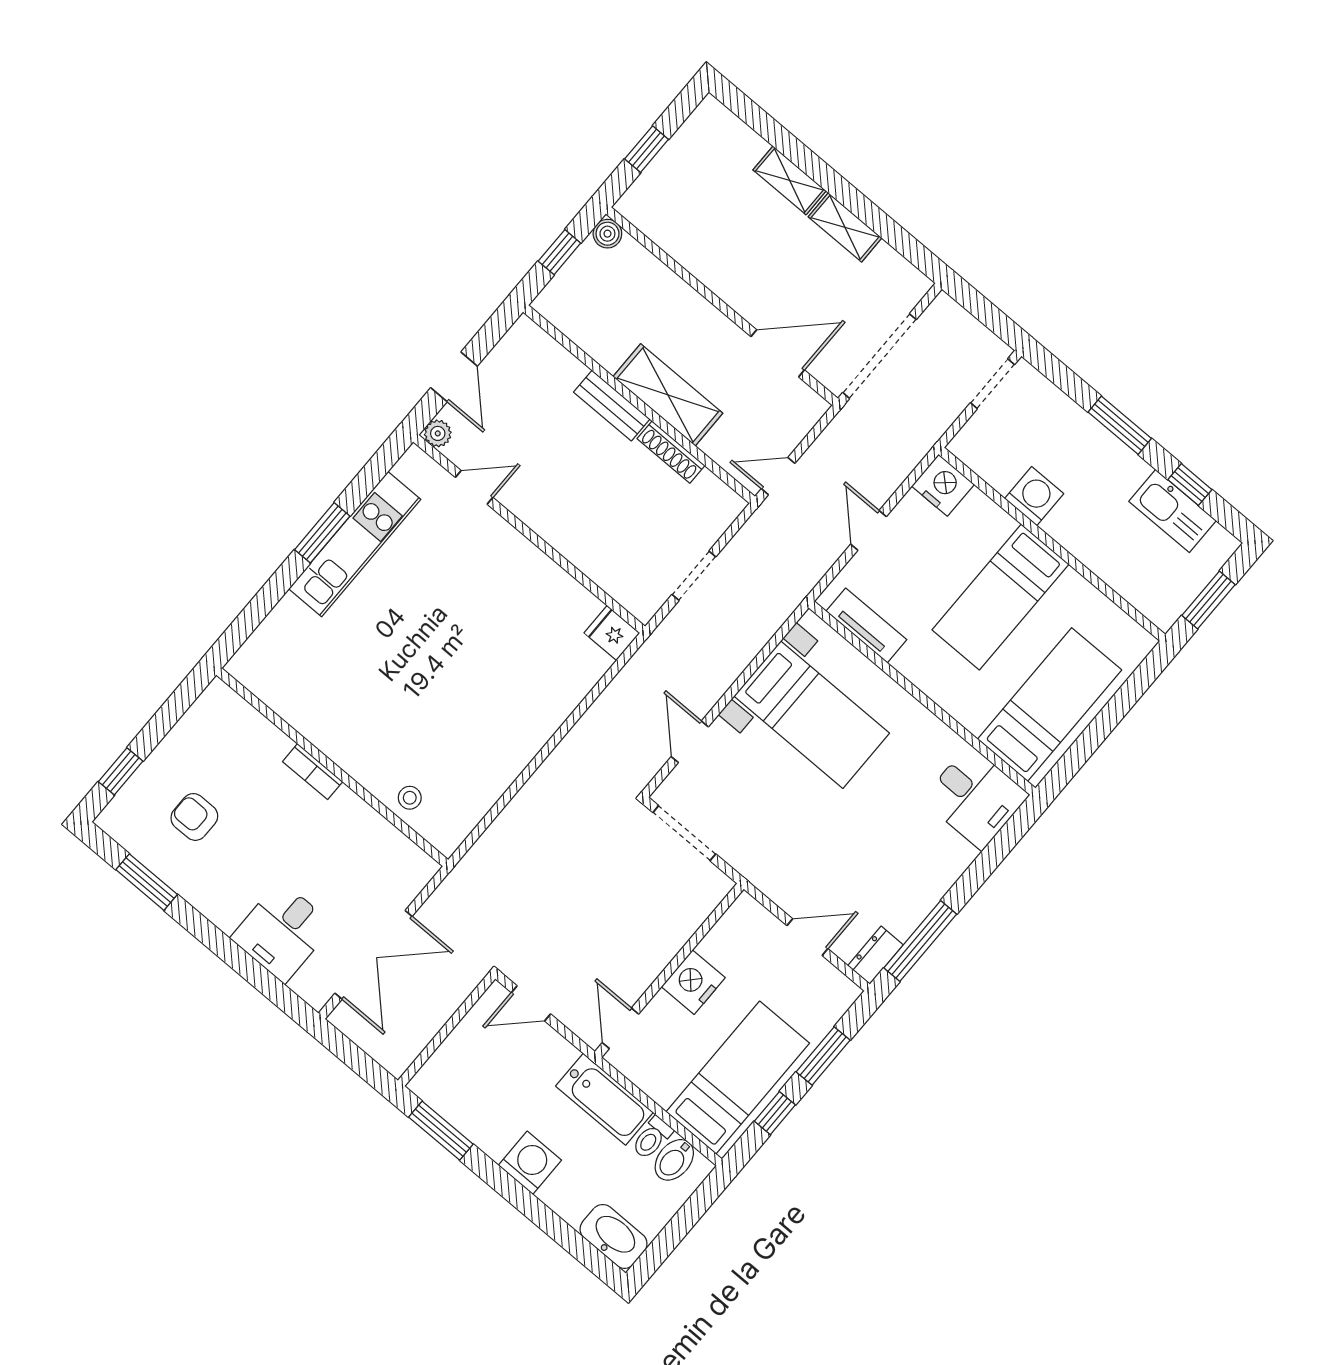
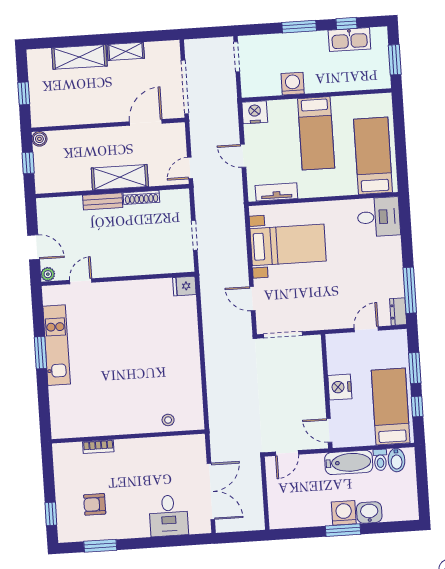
shelving: (790, 180) -> (79, 57), width x1.50, depth x1.33
bookcase: (313, 772) -> (98, 447), moved
window: (441, 1131) -> (343, 530), moved
washbasin: (614, 1236) -> (369, 512), moved, width x0.72

